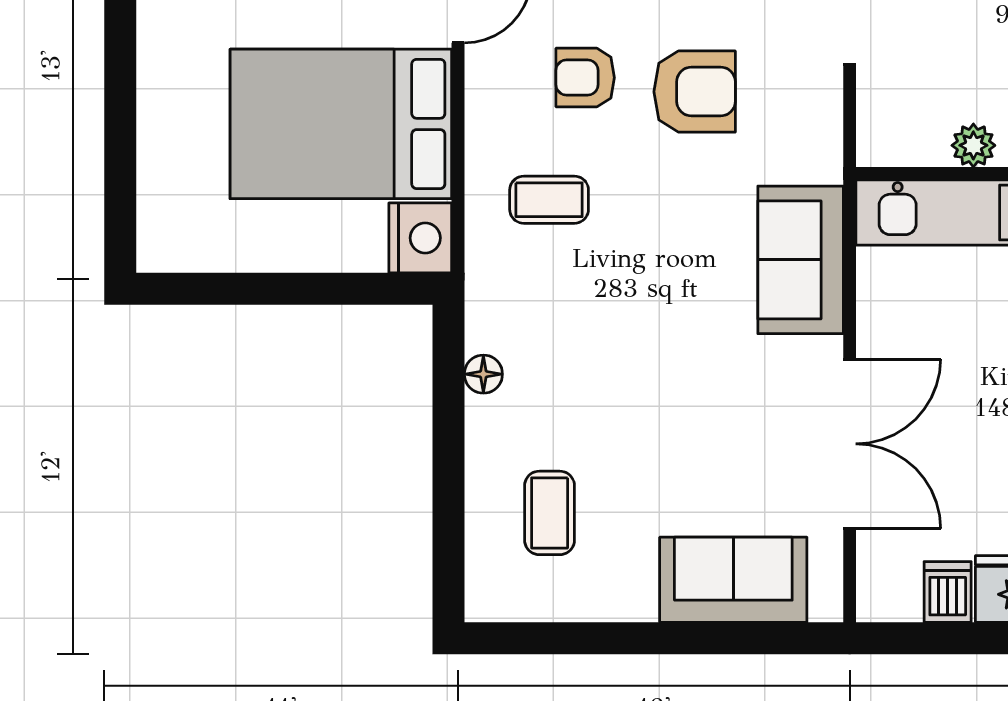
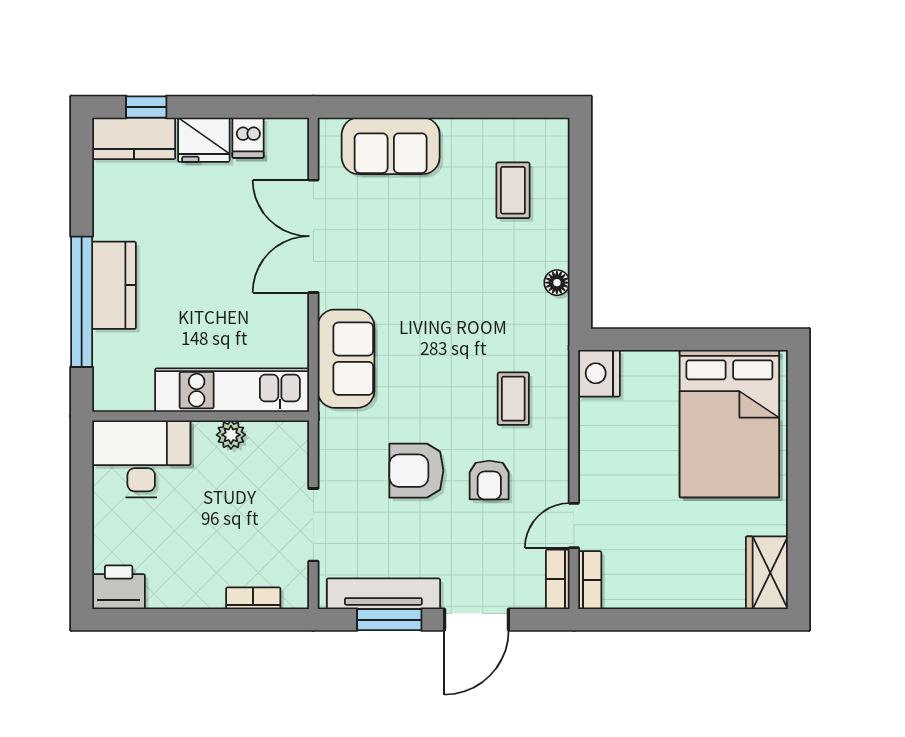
armchair: (585, 78) -> (489, 480), turned 90
bed: (341, 124) -> (729, 424), moved, turned 90
coffee table: (549, 200) -> (513, 399), turned 90

